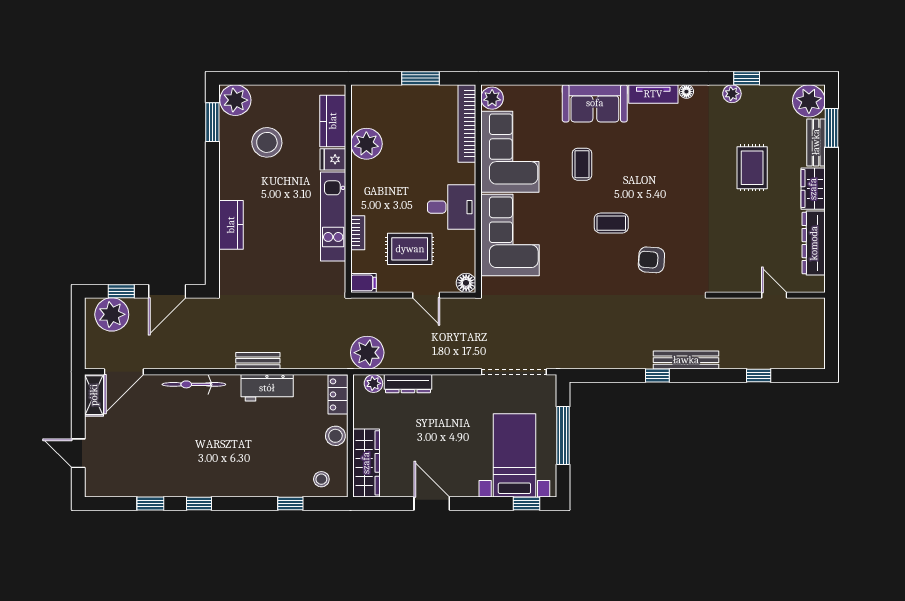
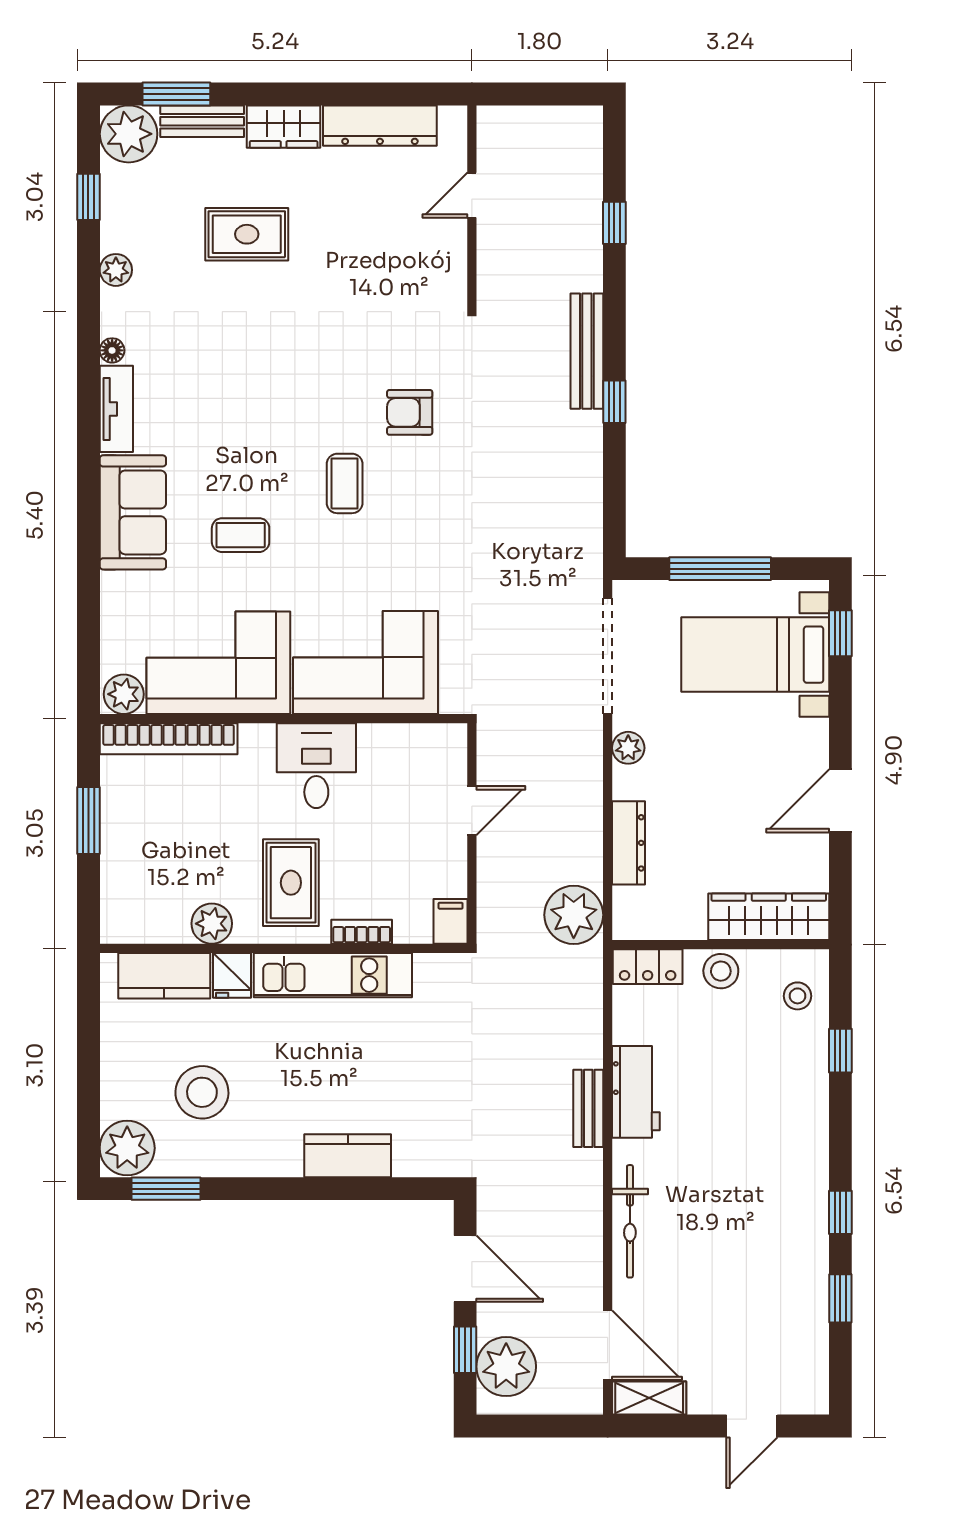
window: (747, 78) -> (88, 197), moved
plant: (366, 144) -> (212, 924), width x0.73, depth x0.73
rug: (410, 249) -> (291, 883), moved
armchair: (651, 260) -> (410, 412), turned 86
floor lamp: (466, 283) -> (450, 740), removed
plant: (373, 383) -> (628, 748), moved

